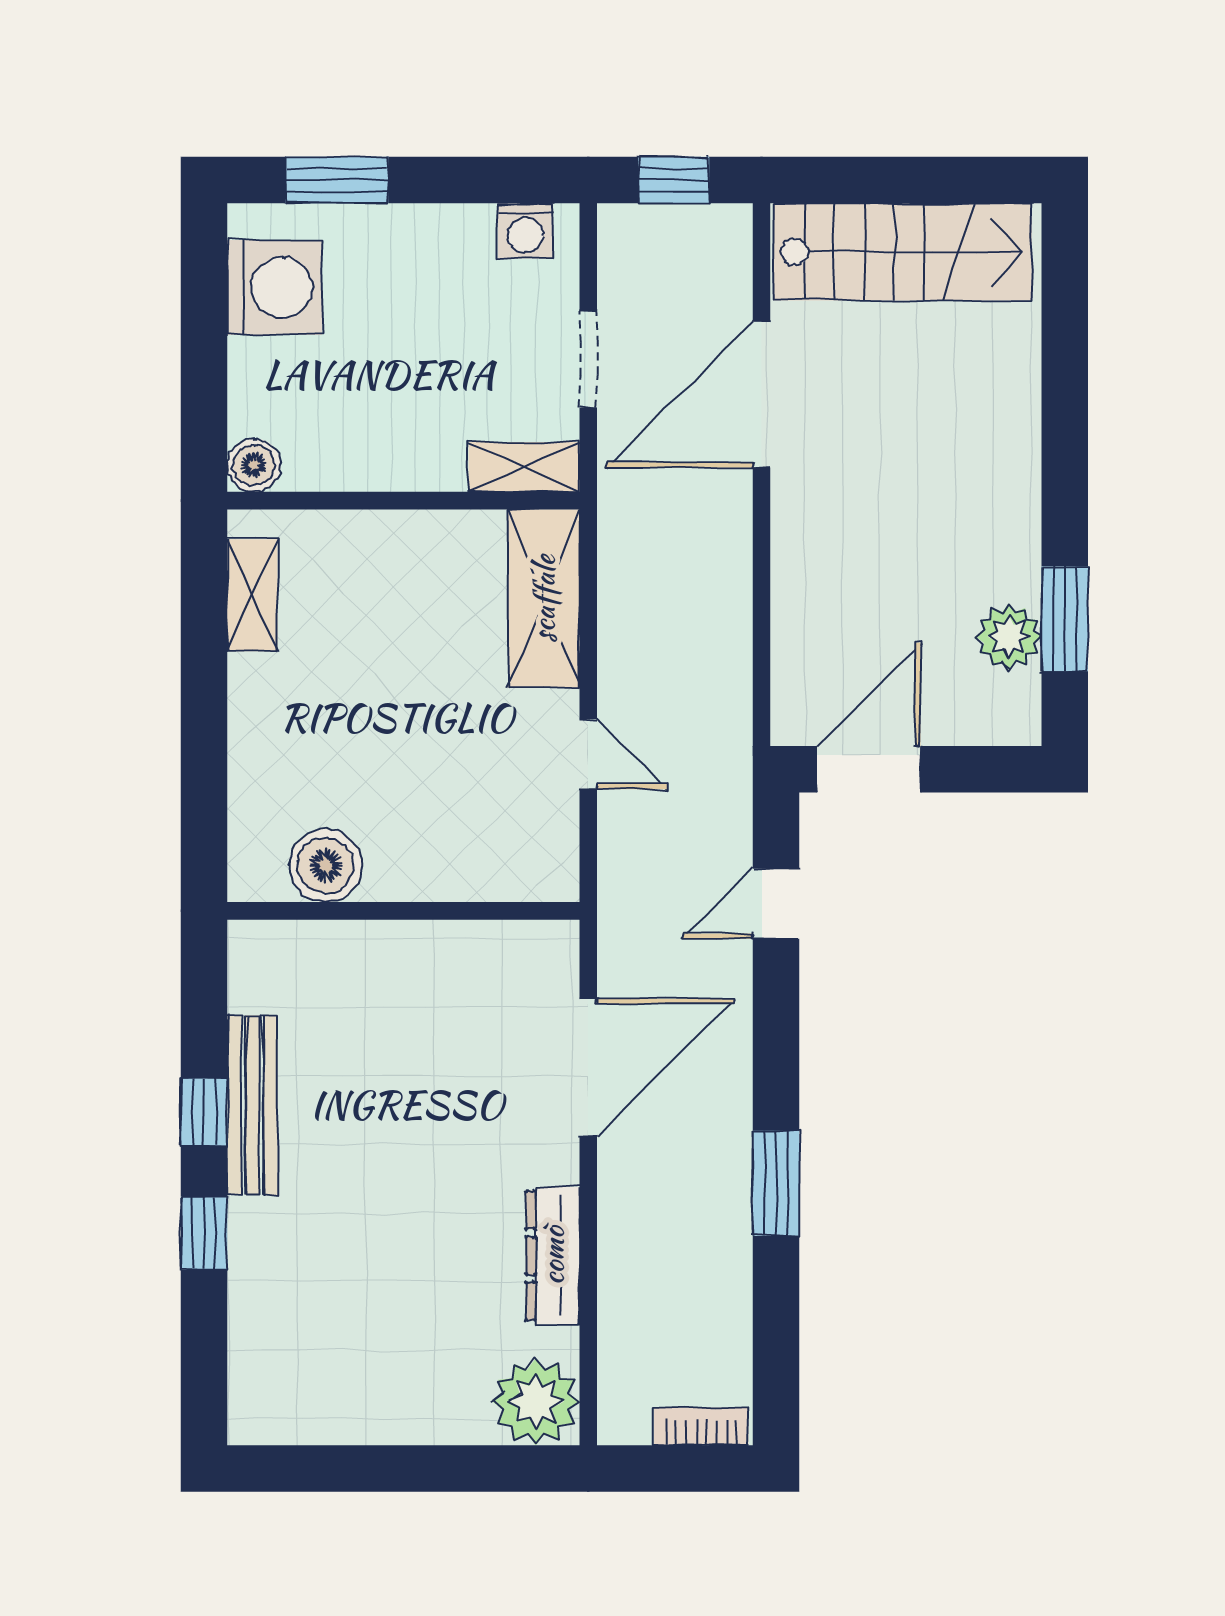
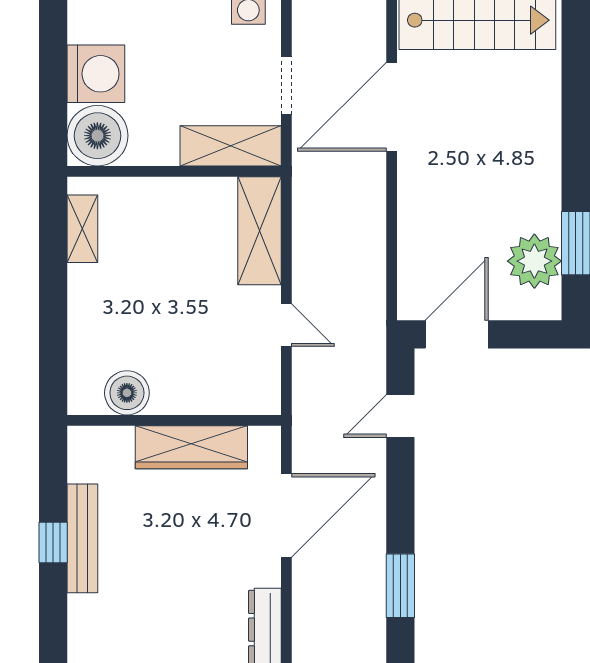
washing machine: (274, 287) -> (96, 74), moved
boiler: (254, 465) -> (97, 136), width x1.86, depth x1.86
shelving: (524, 467) -> (231, 146), width x1.50, depth x1.33
plant: (1009, 637) -> (534, 261), width x1.36, depth x1.36
wardrobe: (432, 955) -> (191, 447), added
window: (204, 1233) -> (53, 616), removed

